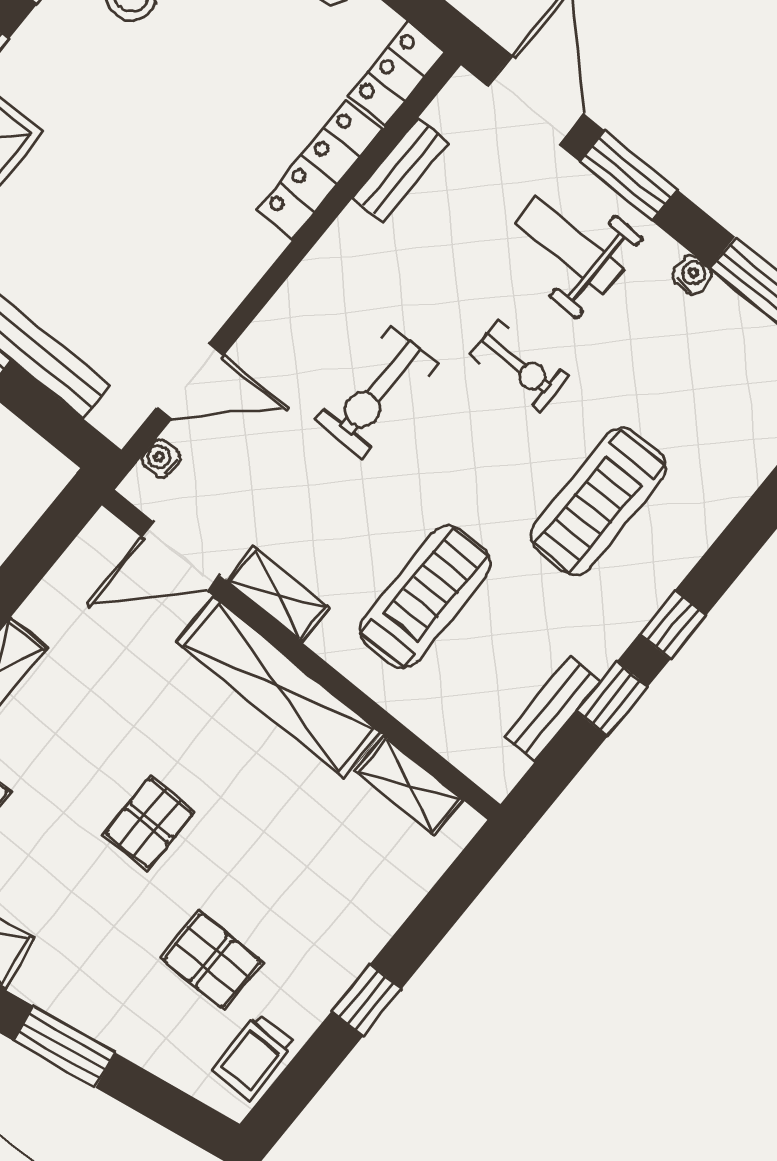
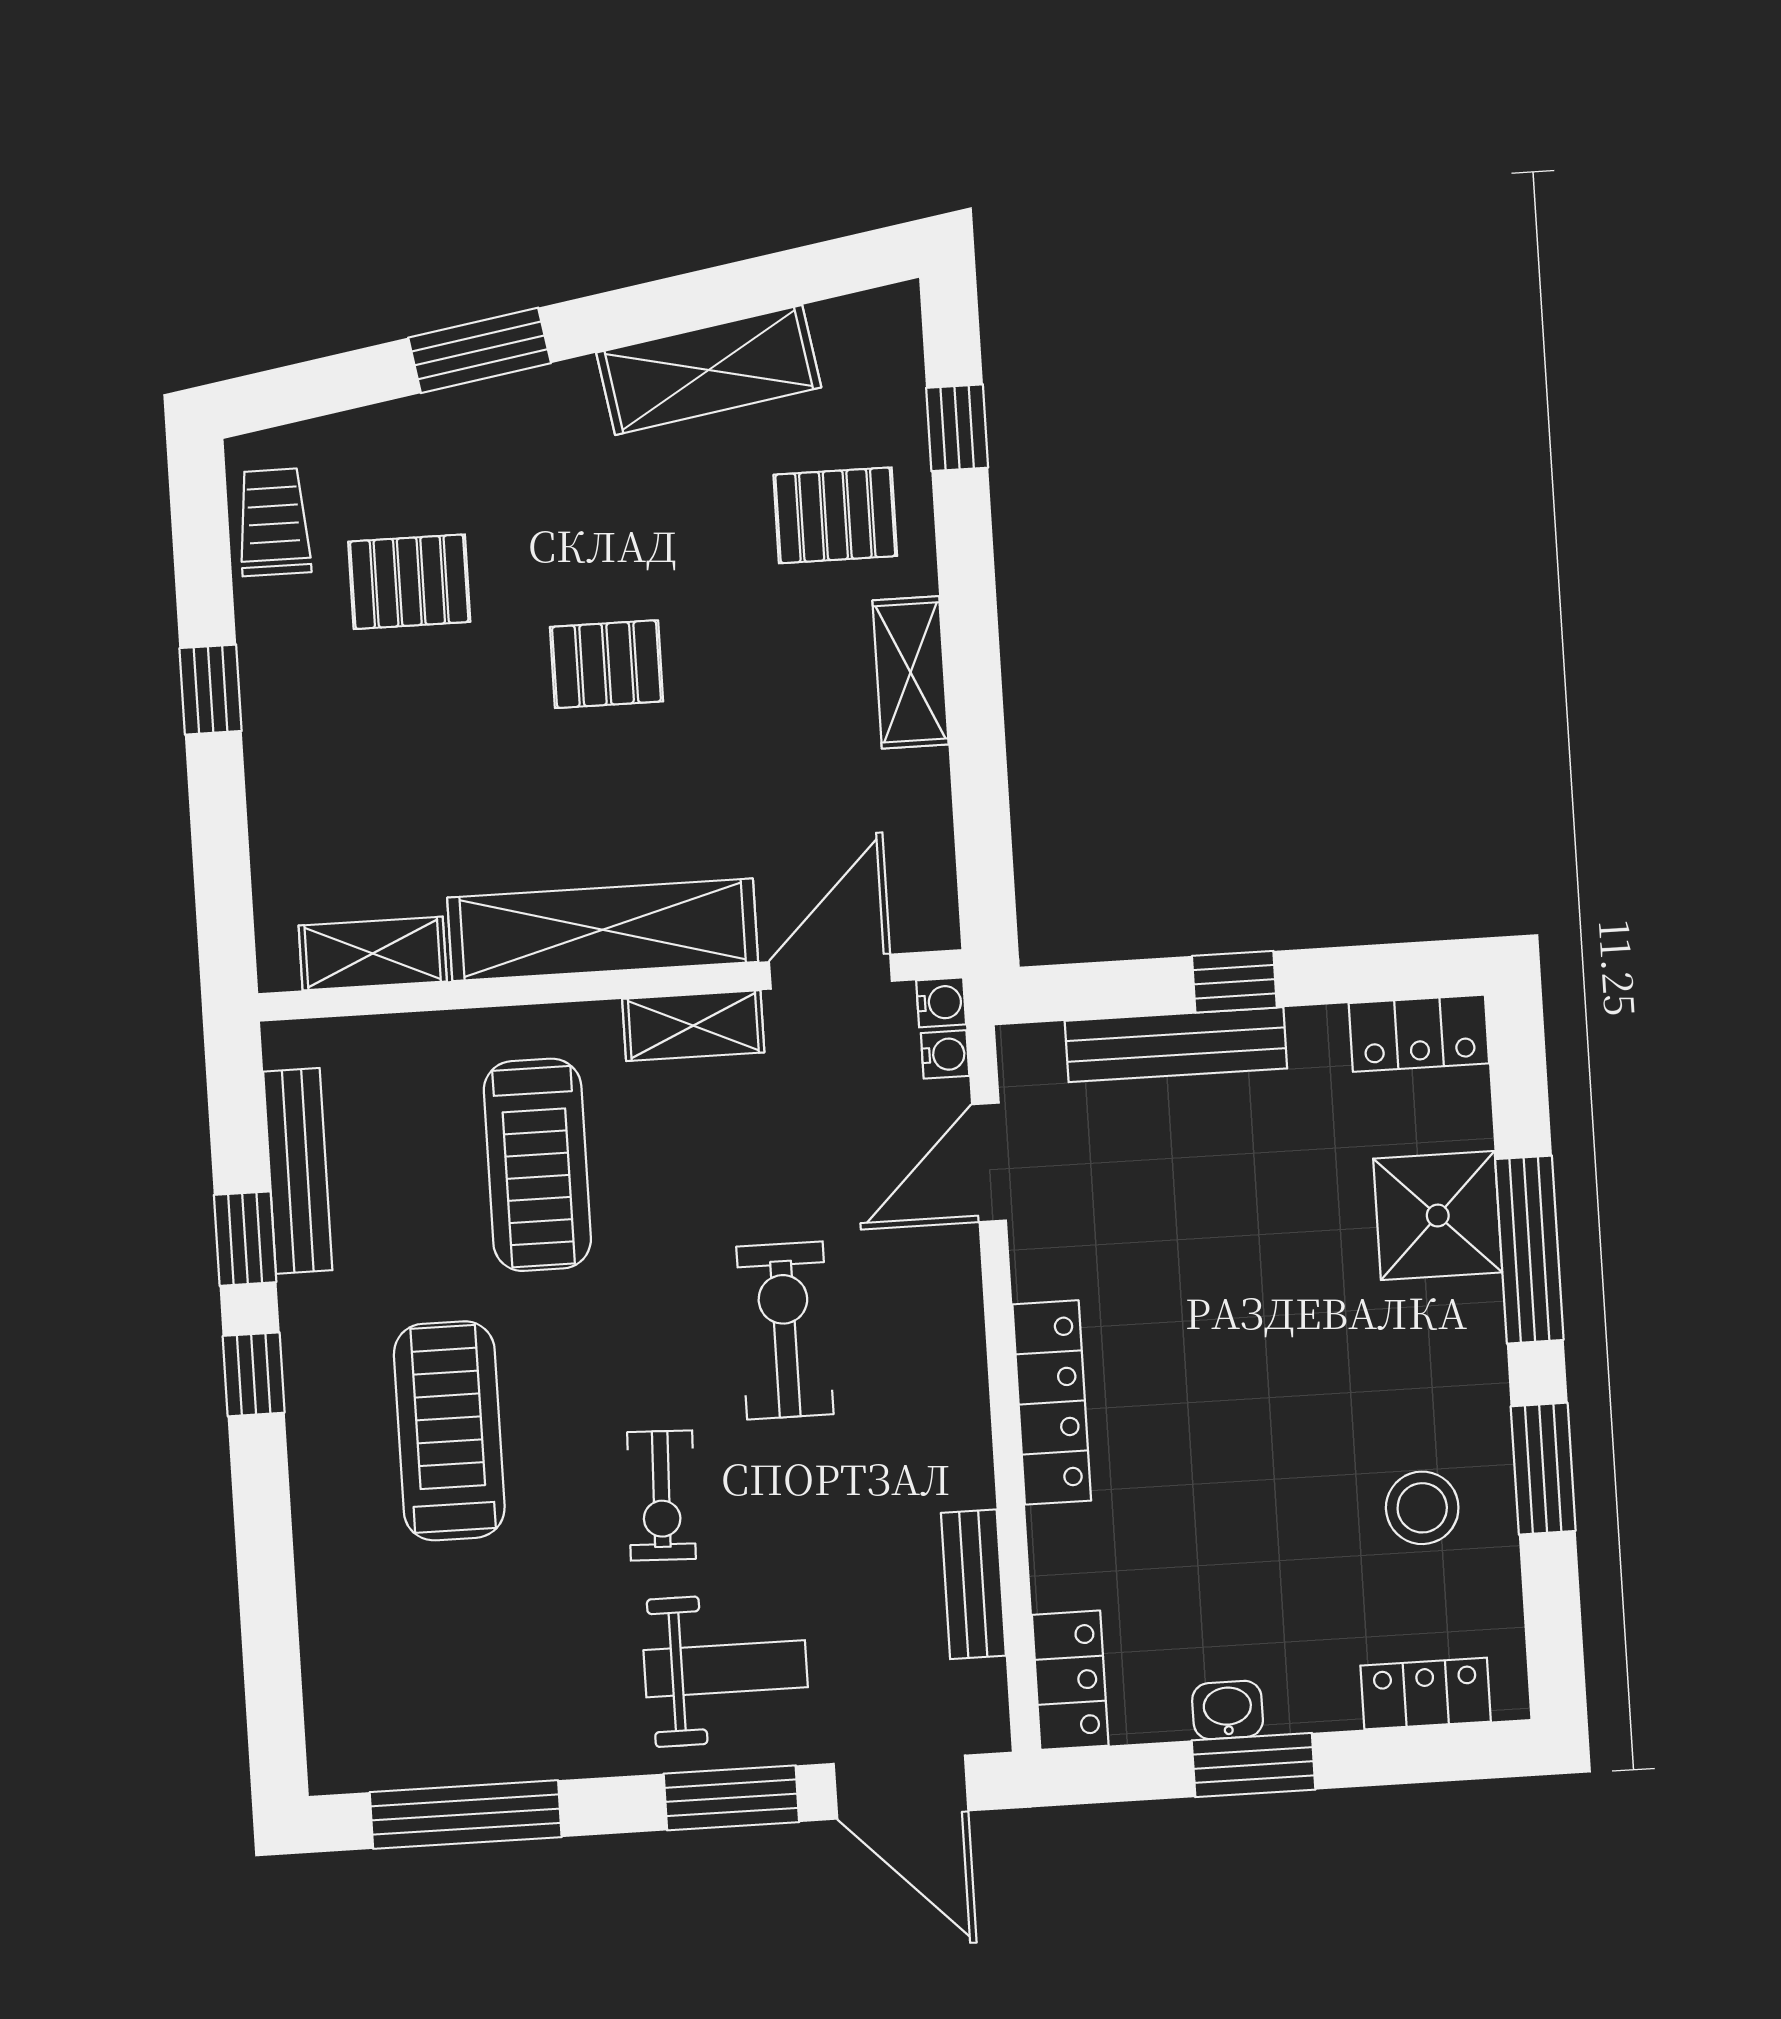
locker: (319, 170) -> (1052, 1402), moved
water cooler: (692, 275) -> (941, 1002), moved, turned -90
exercise bike: (520, 366) -> (661, 1496), turned -88
bench: (552, 709) -> (298, 1171), width x1.36
pallet: (149, 823) -> (607, 664), turned 90

